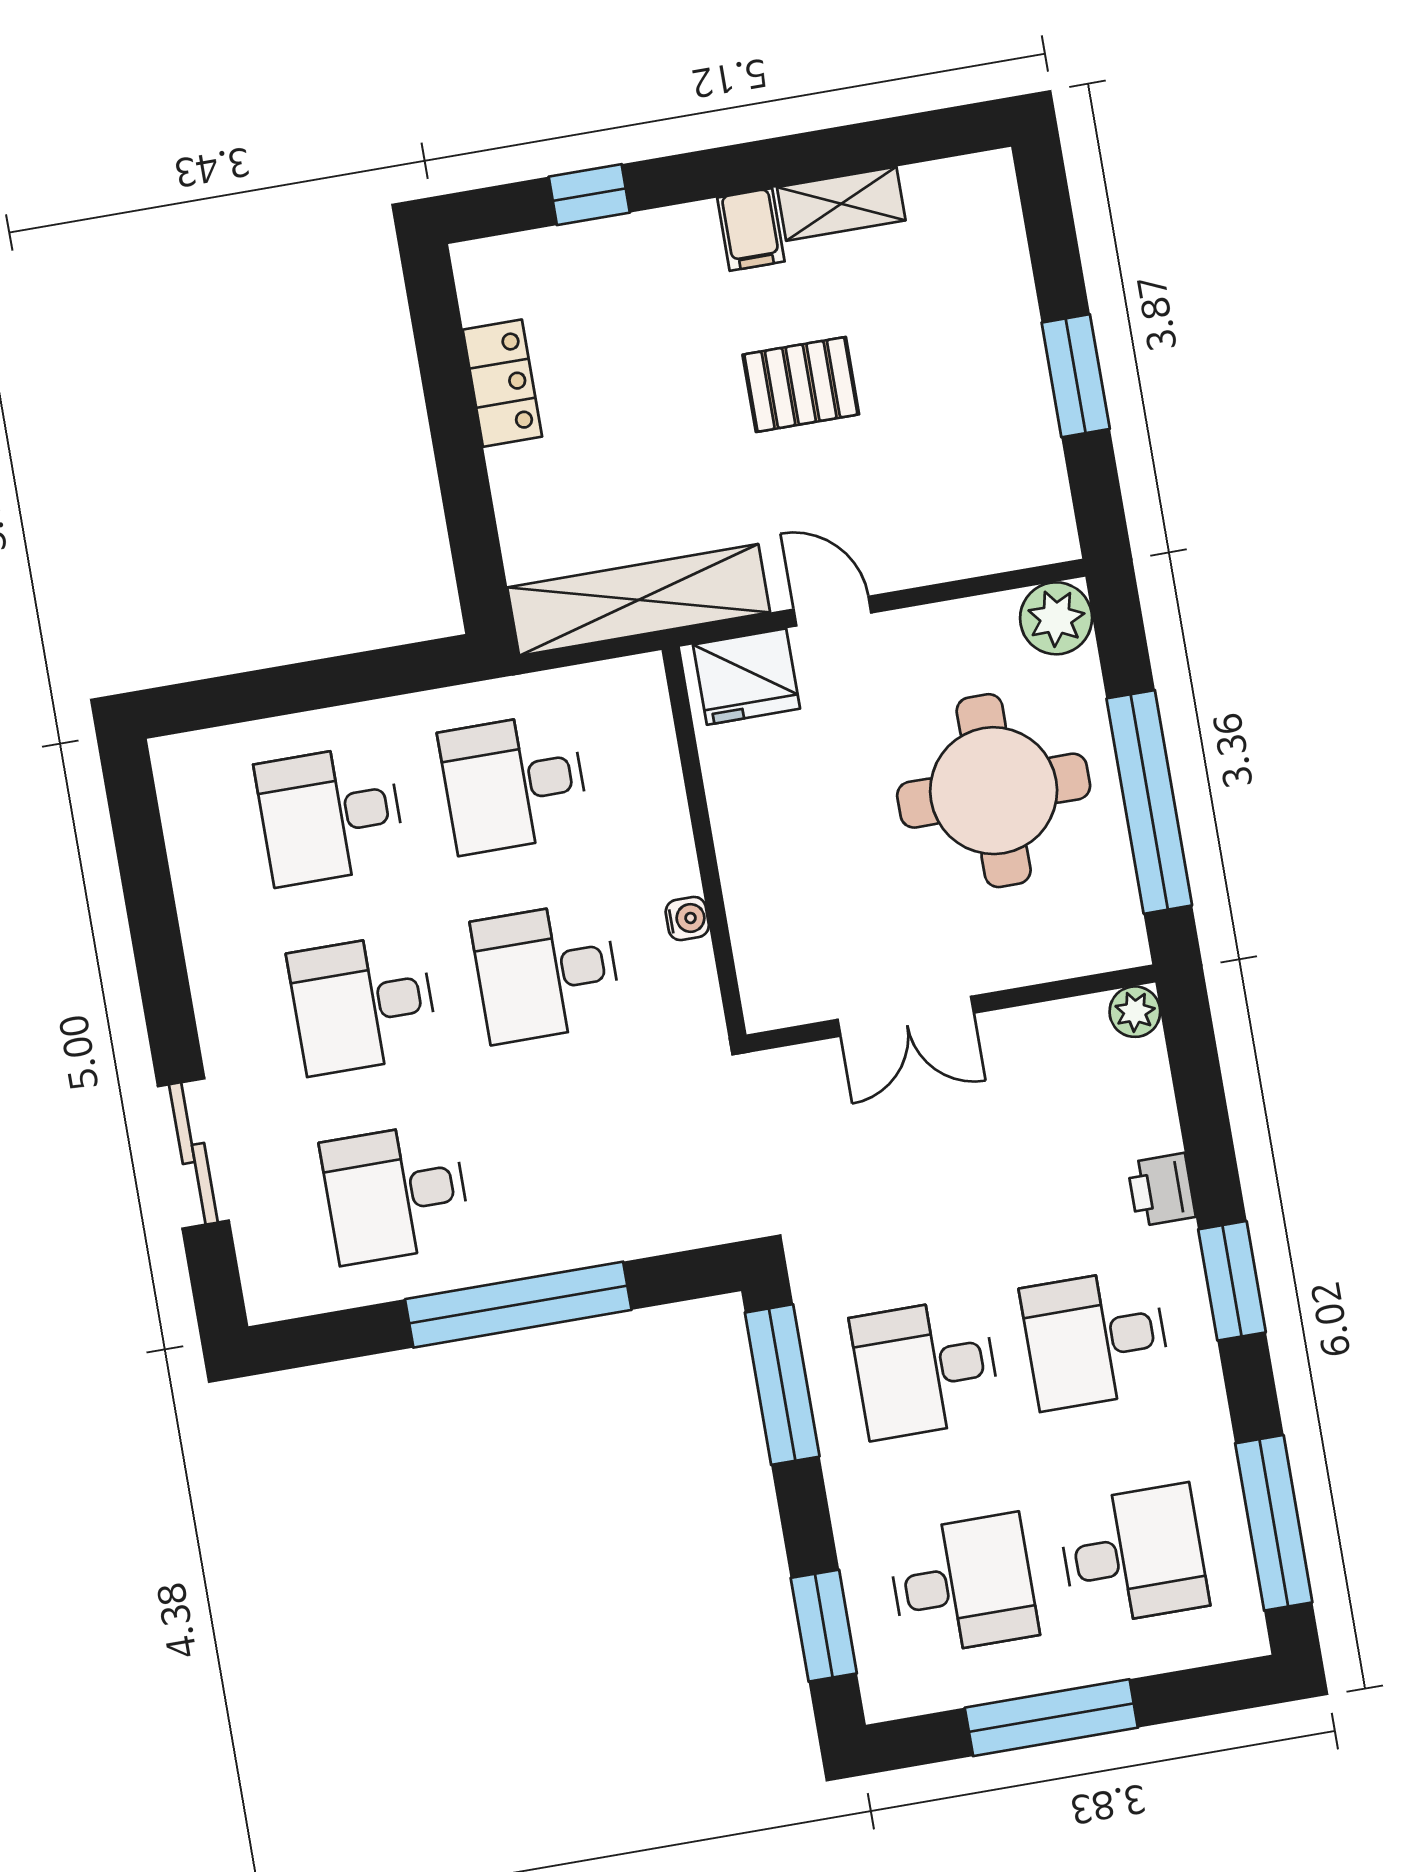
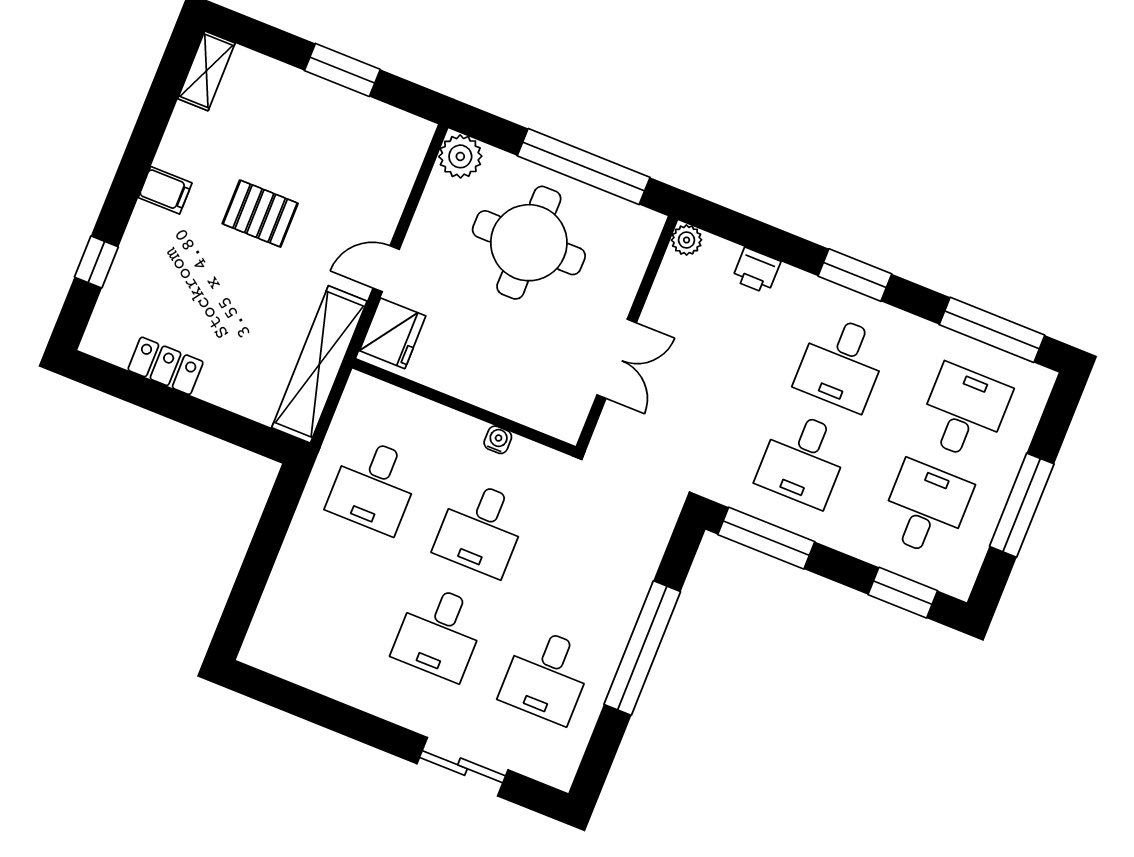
shelving: (841, 204) -> (206, 71), moved
pallet: (801, 384) -> (260, 213), turned 90
desk: (330, 815) -> (332, 590), removed
printer: (1161, 1190) -> (756, 271), moved

